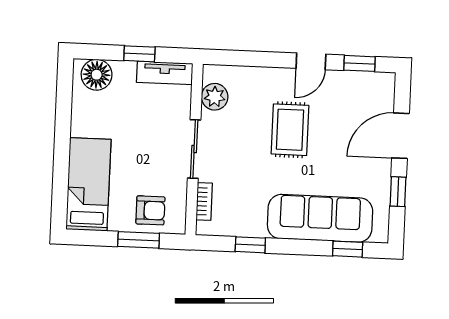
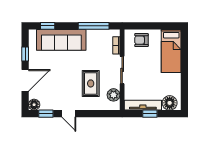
door: (311, 61) -> (69, 114), swing flipped
tv unit: (165, 73) -> (143, 105), width x1.41
floor lamp: (384, 84) -> (34, 105), added
rug: (290, 130) -> (91, 83), moved
window: (139, 240) -> (146, 26), removed
window: (250, 245) -> (94, 26), width x2.17

